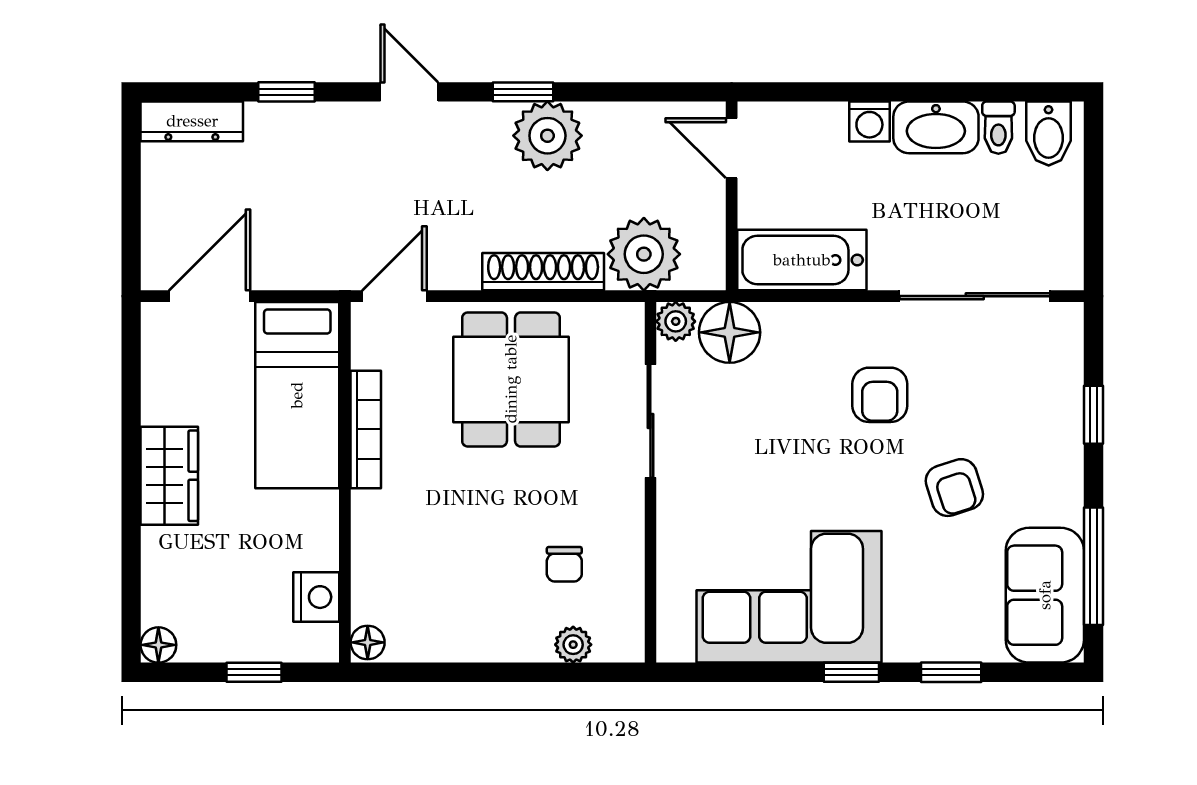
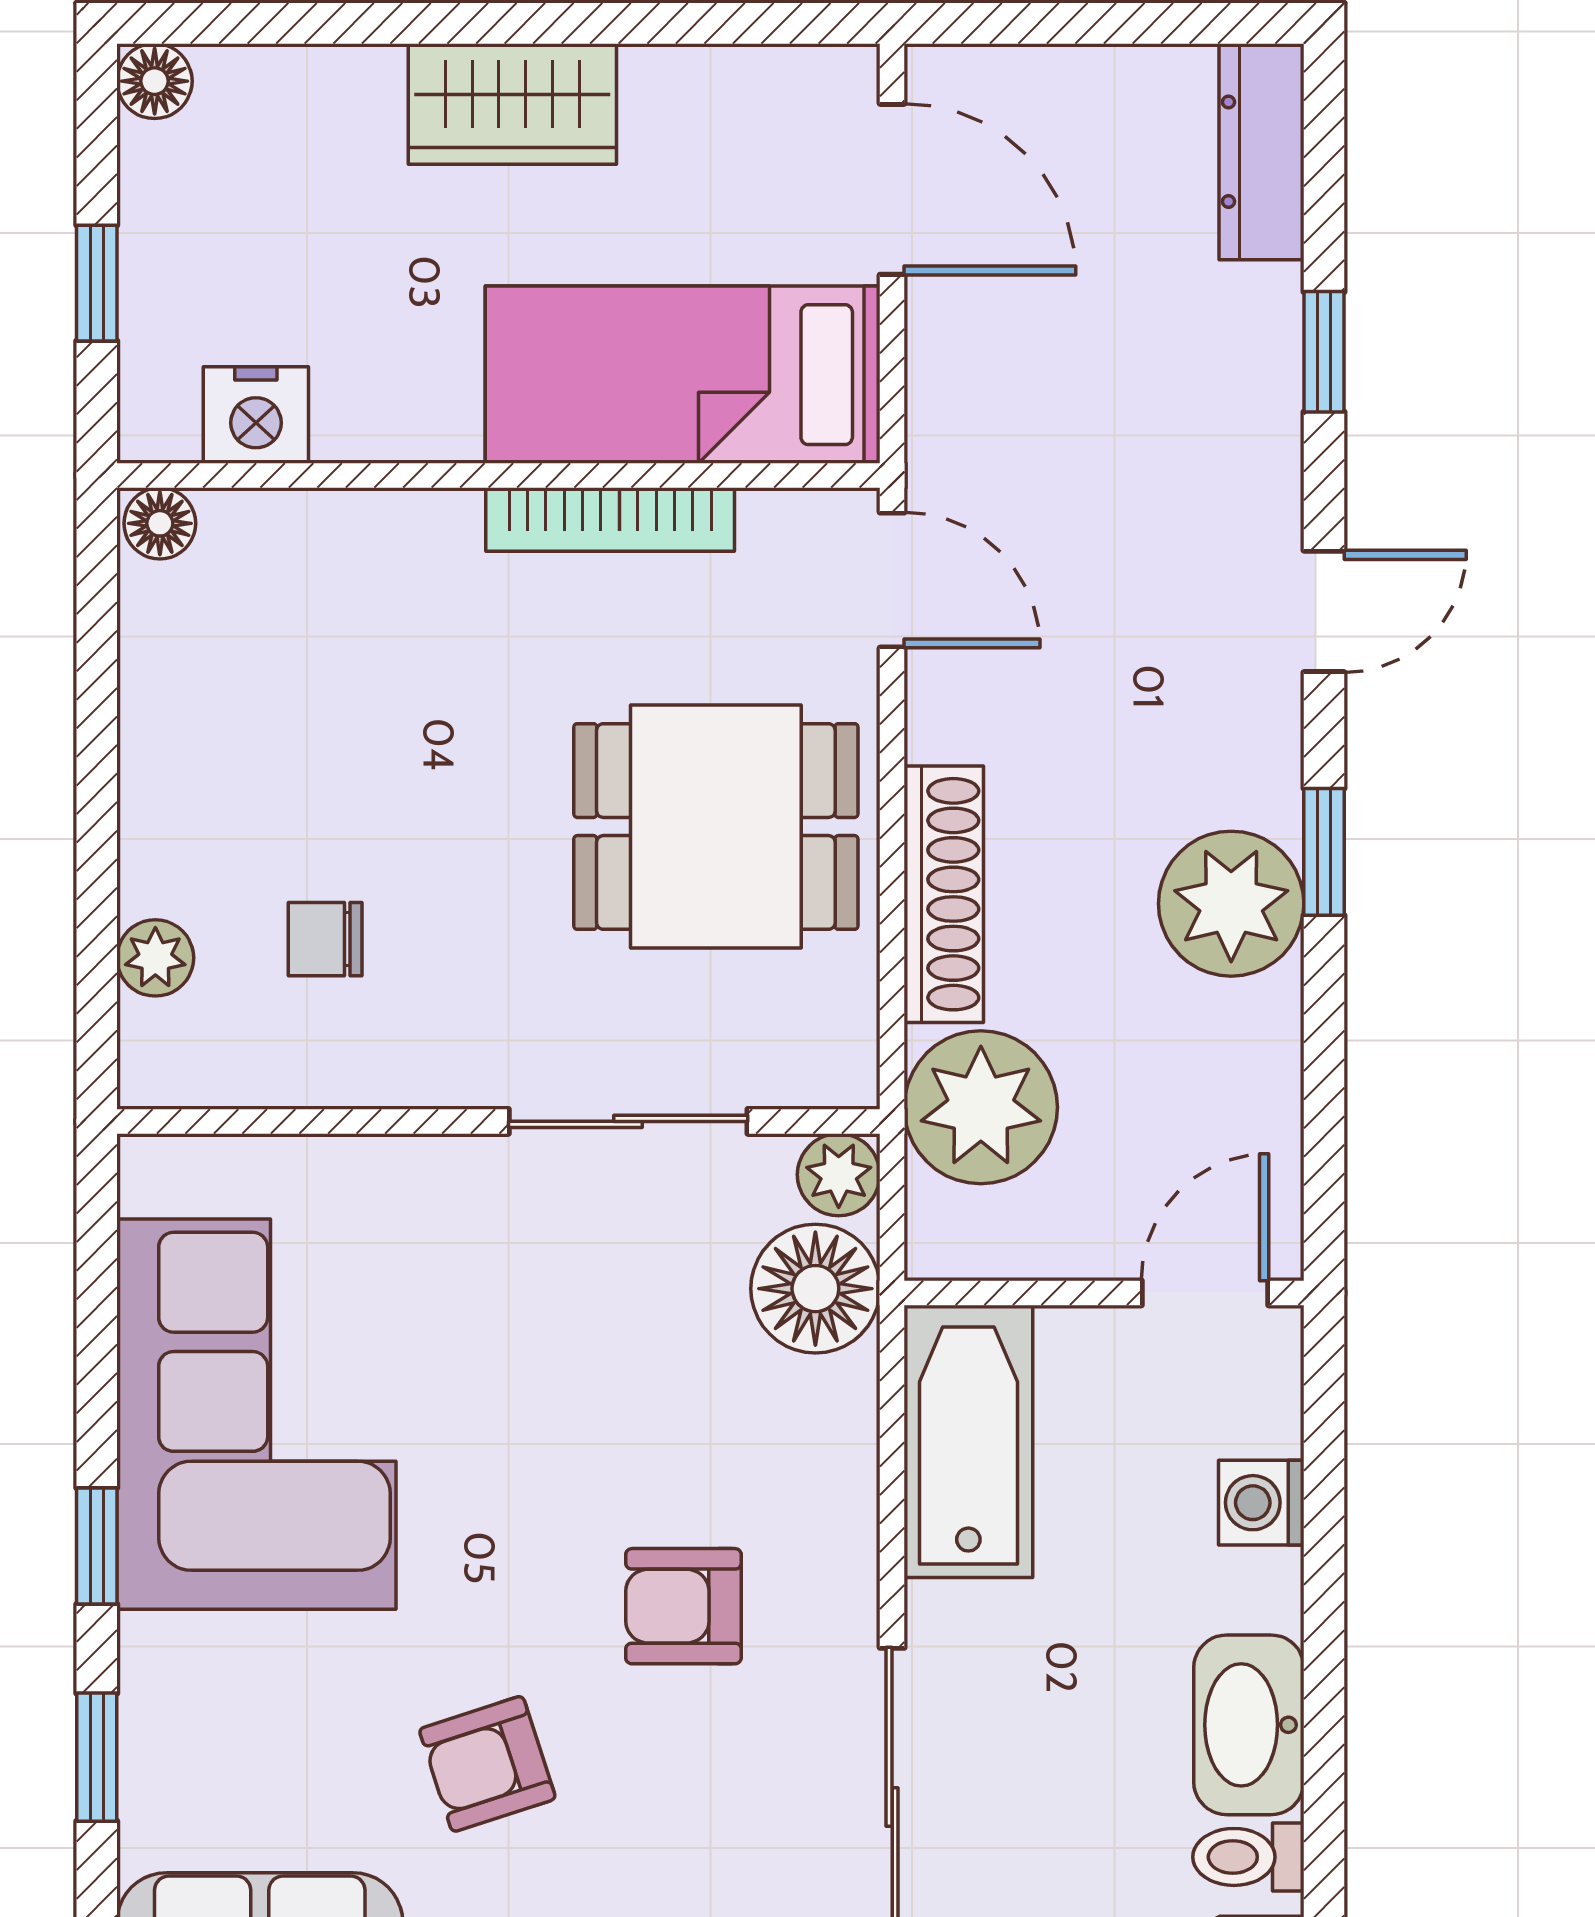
washing machine: (869, 121) -> (1261, 1503), moved

